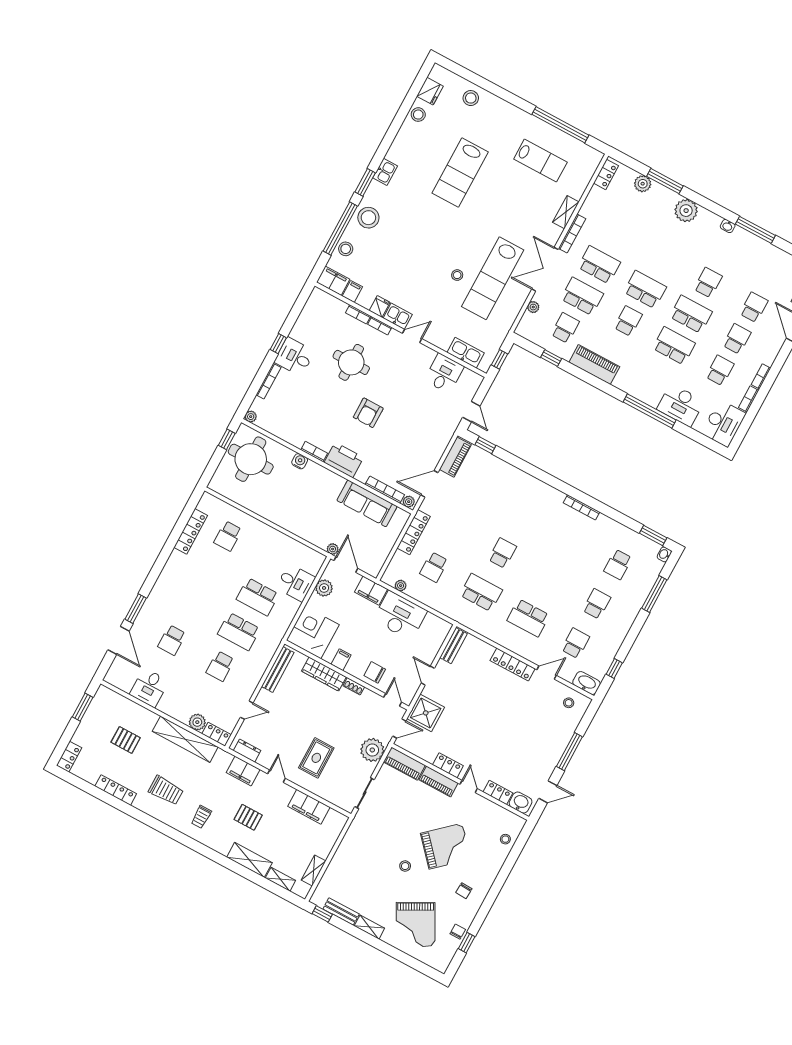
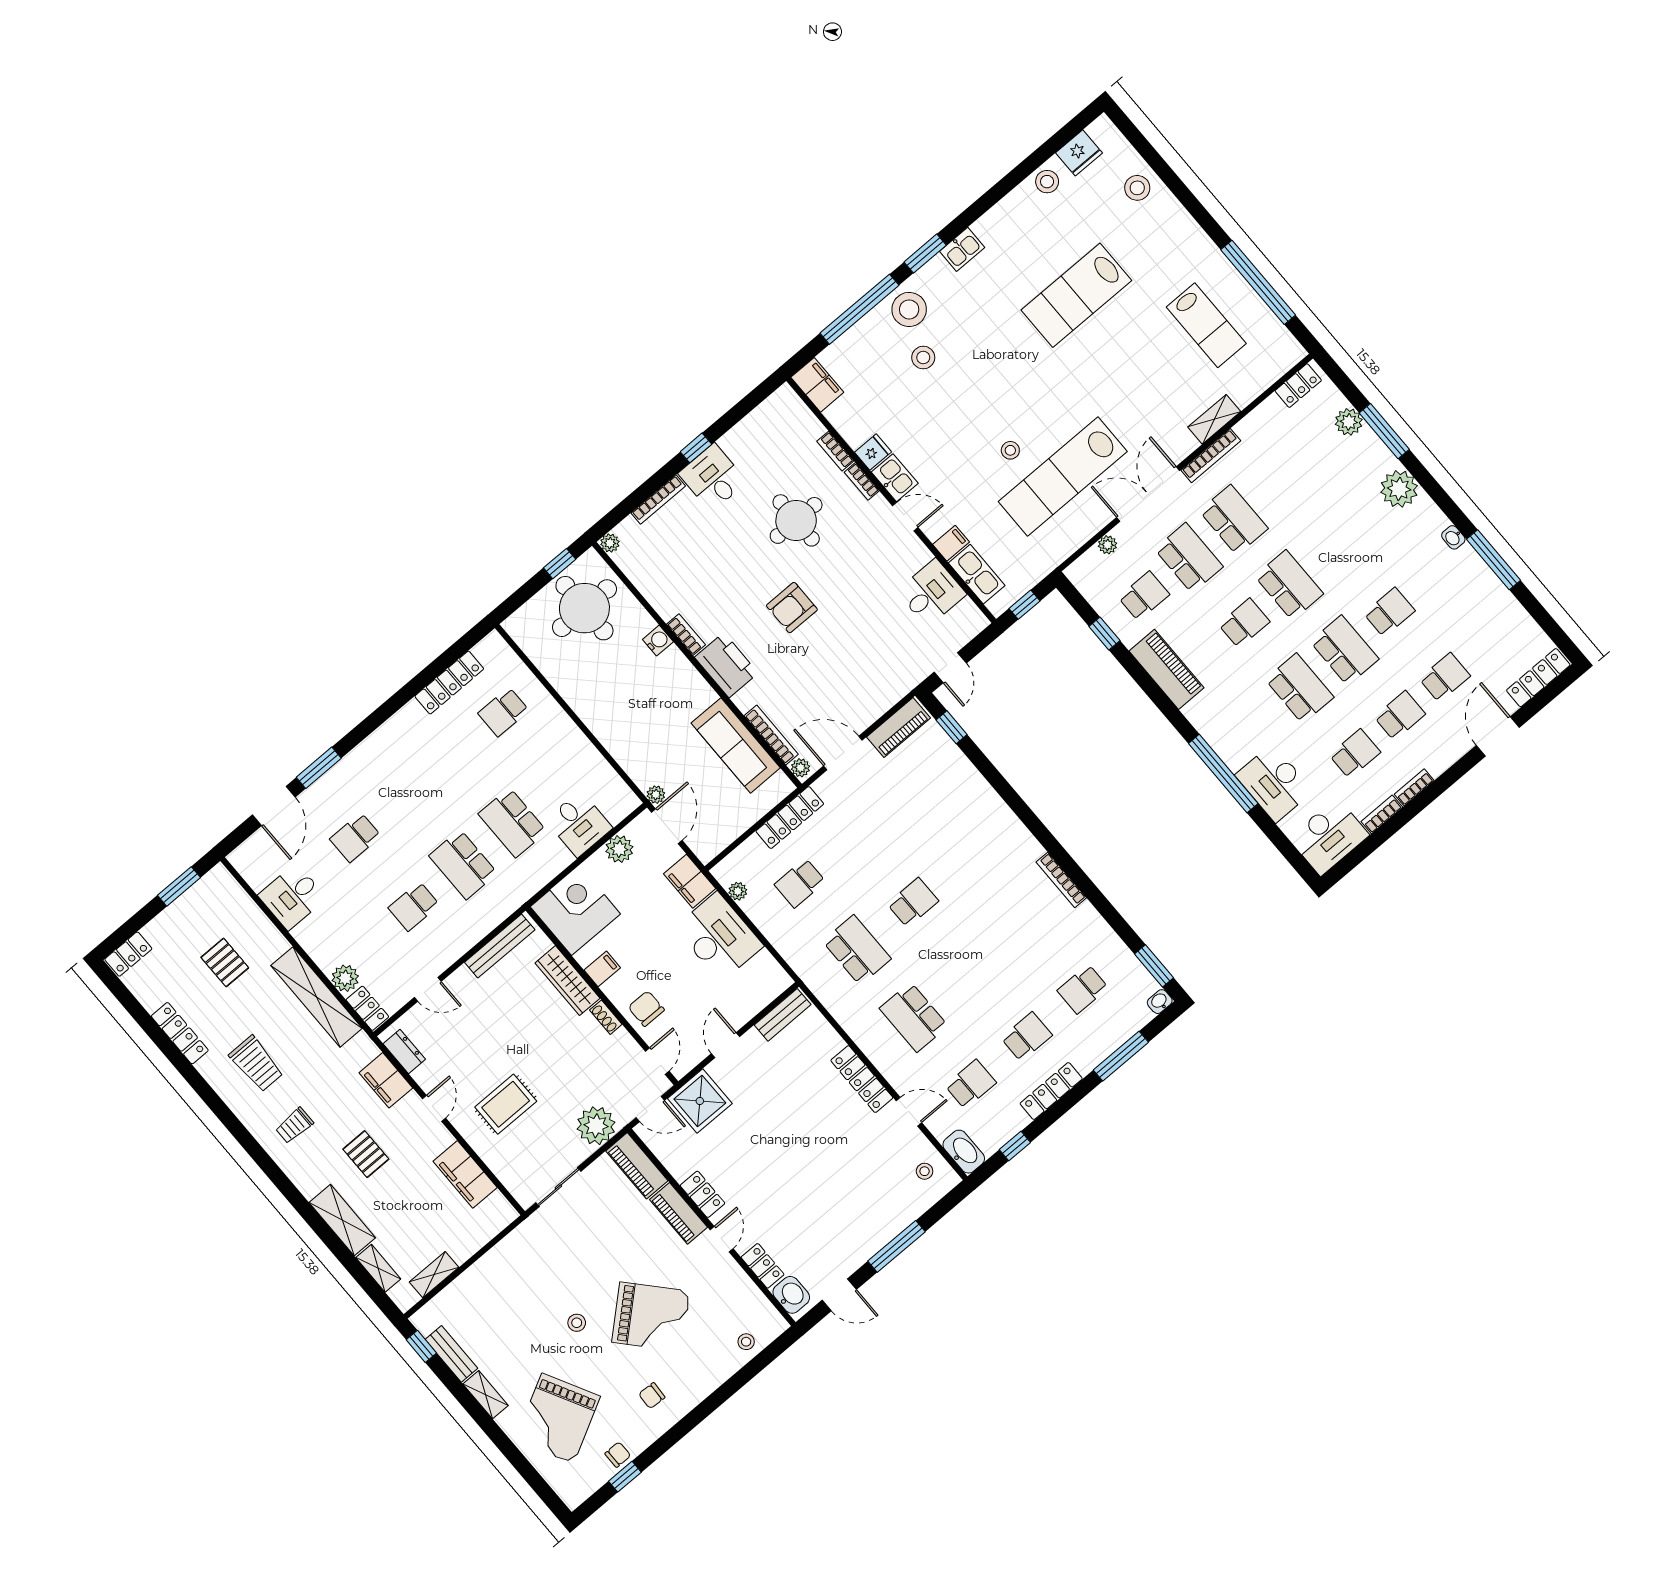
stool: (346, 249) -> (923, 358), moved
filing cabinet: (352, 291) -> (951, 543), moved
locker: (623, 629) -> (1051, 1091), added

